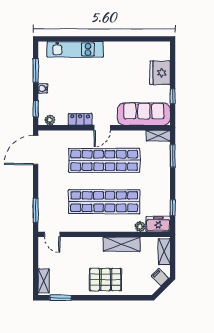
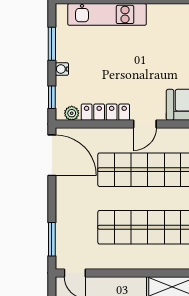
locker: (80, 119) -> (105, 112), width x1.53
door: (36, 150) -> (52, 155), swing flipped

